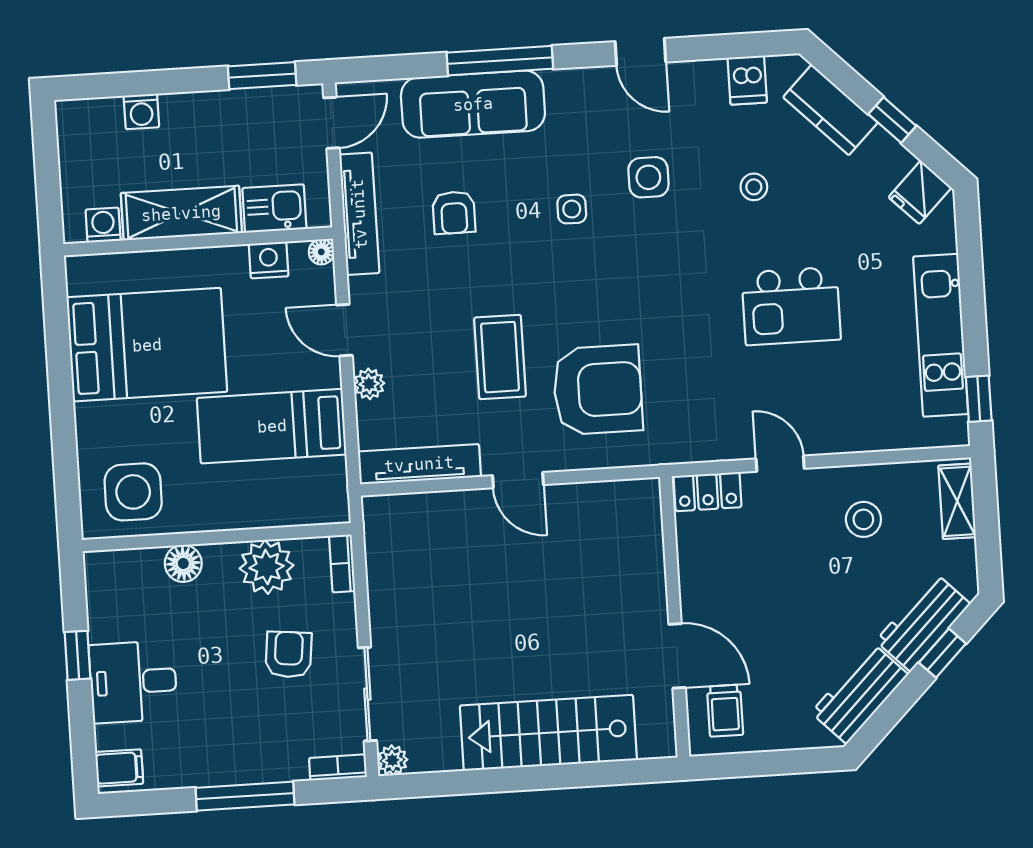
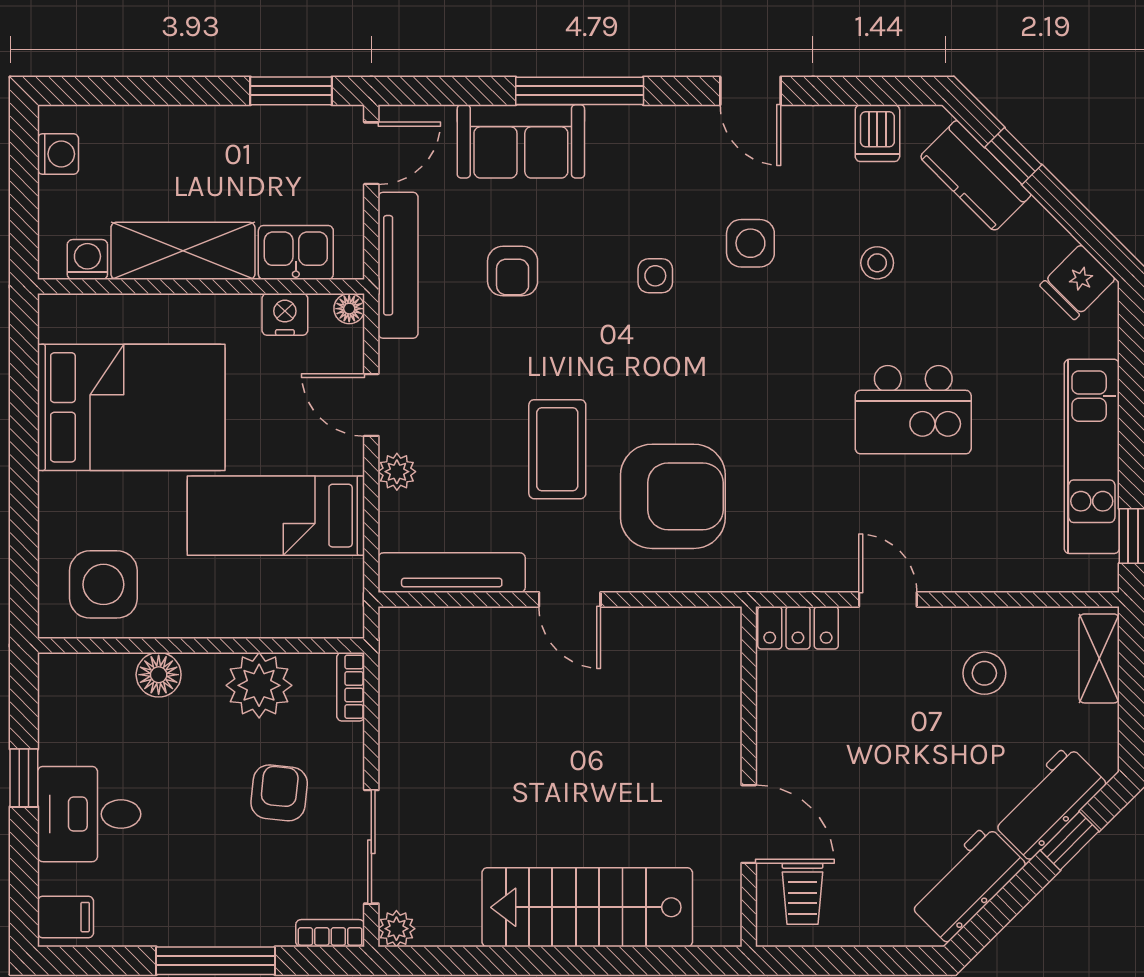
sofa: (473, 104) -> (521, 141), width x0.73
washing machine: (141, 111) -> (58, 154), moved, turned -90
window: (892, 120) -> (1013, 156), moved

